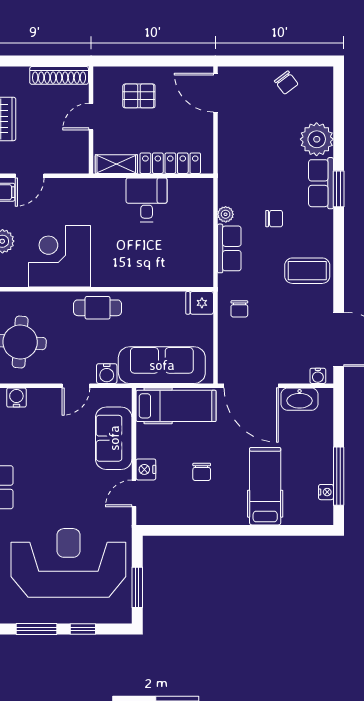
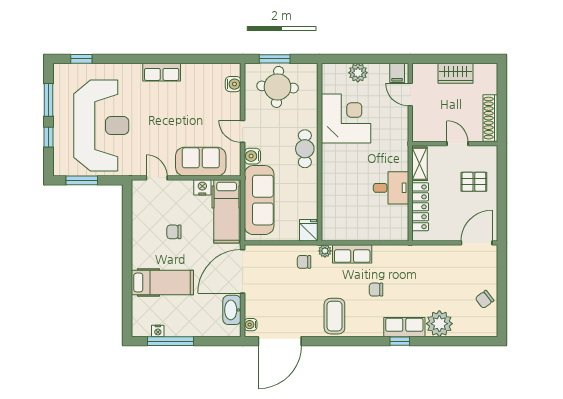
pallet: (139, 96) -> (474, 182), turned 90
window: (339, 189) -> (400, 341), width x0.67
plant: (226, 214) -> (325, 251), moved
chair: (274, 219) -> (376, 290), turned 90
nightstand: (146, 469) -> (202, 187), moved

